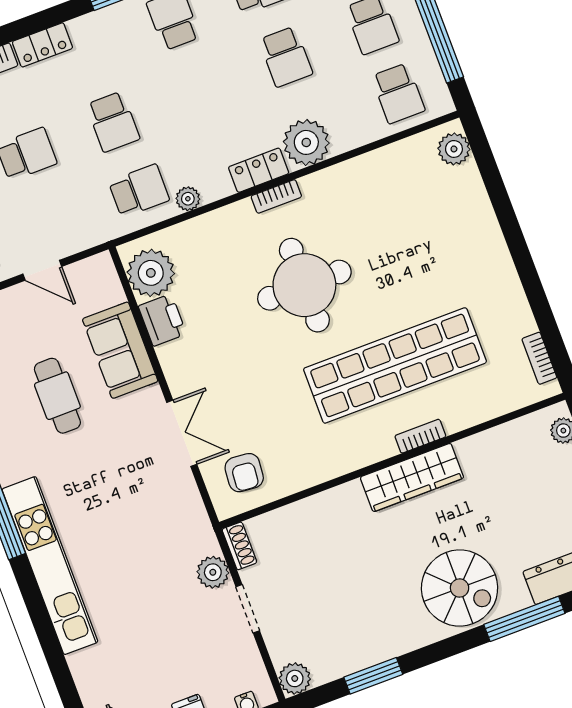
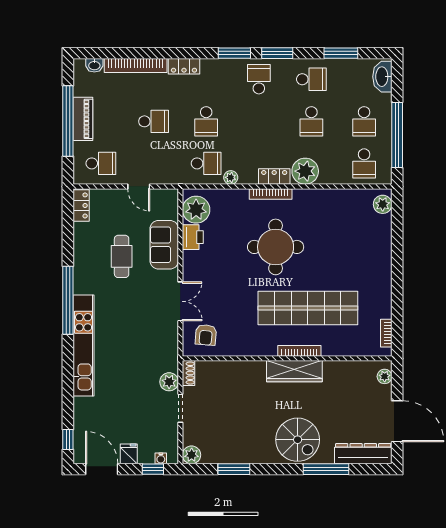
bookcase: (276, 196) -> (271, 194), width x1.56
bookcase: (420, 436) -> (299, 351), width x1.56

